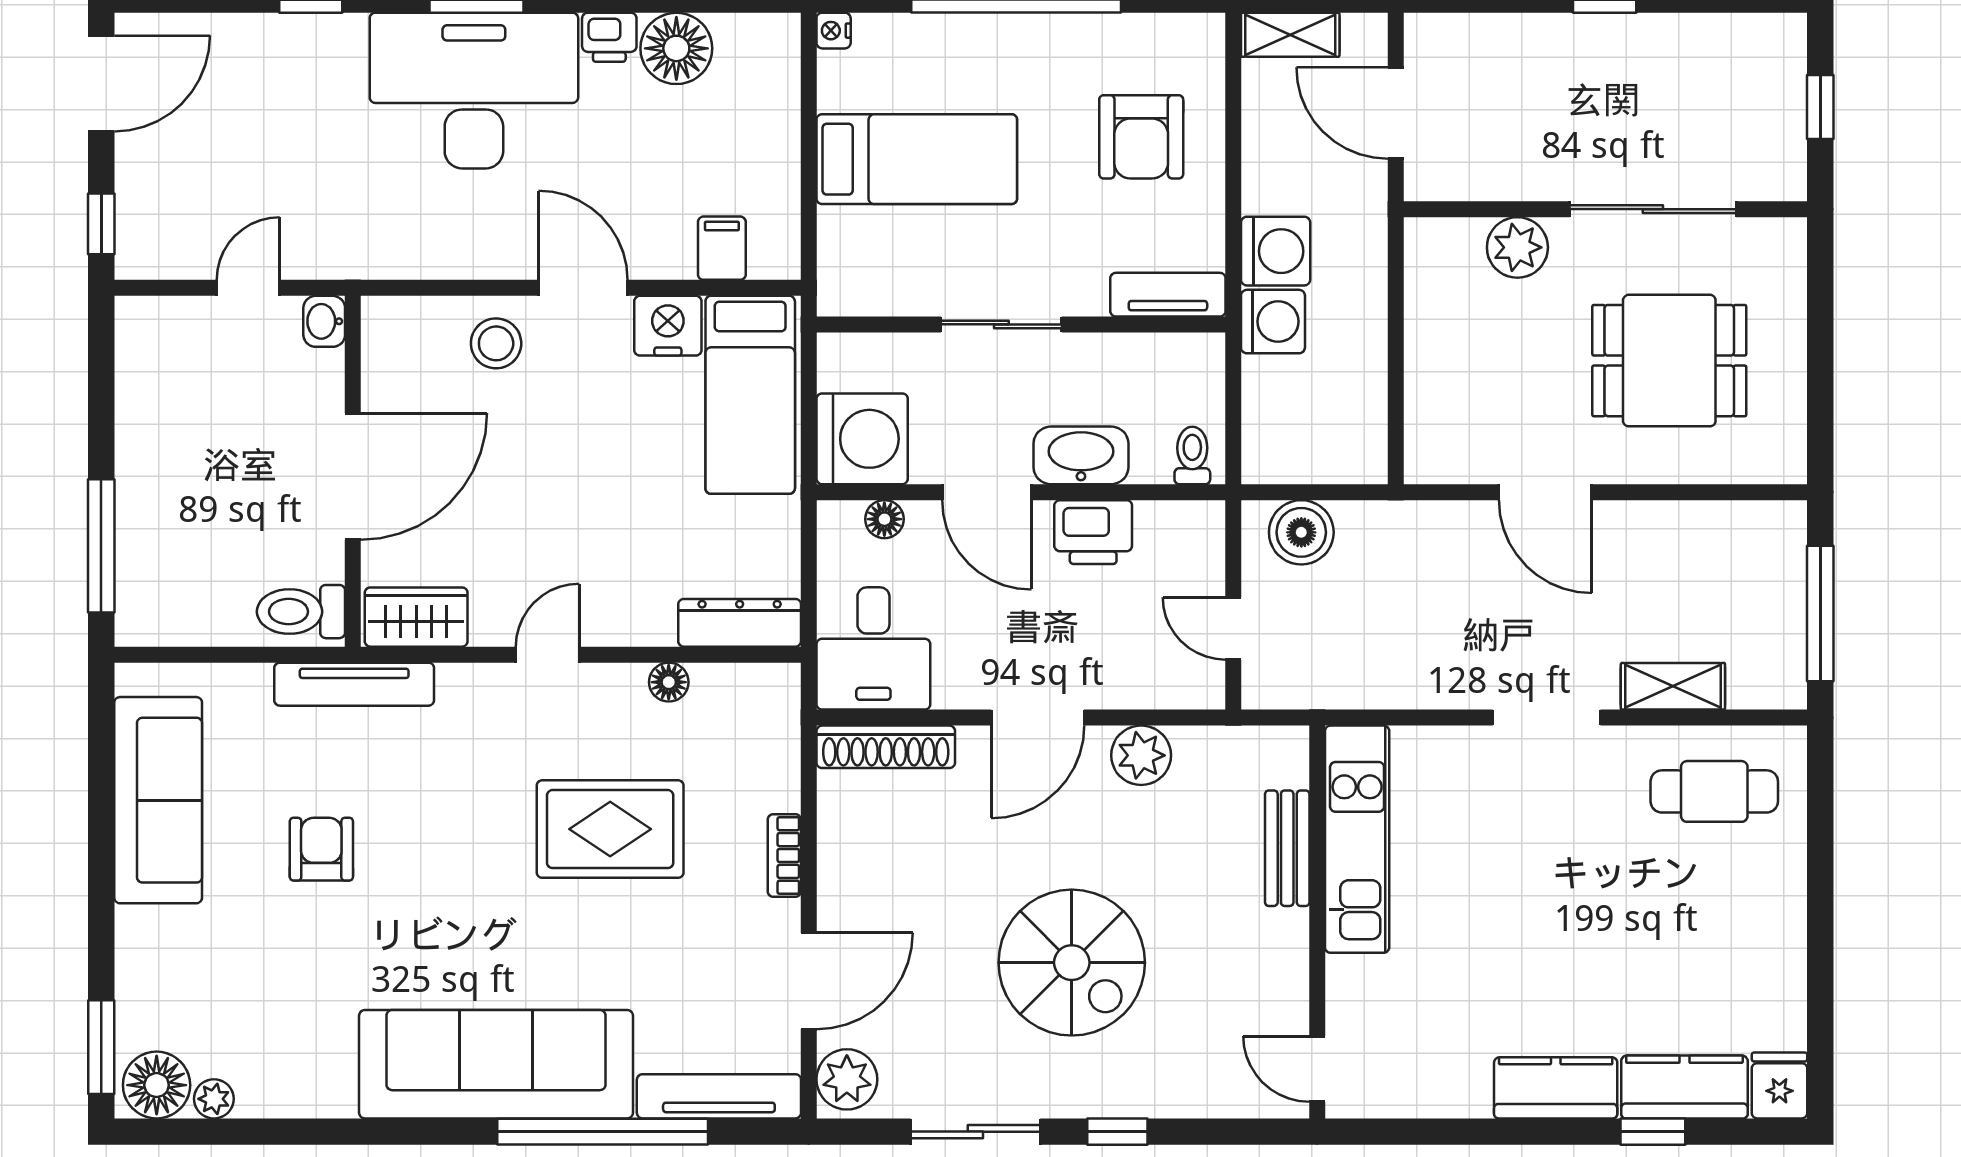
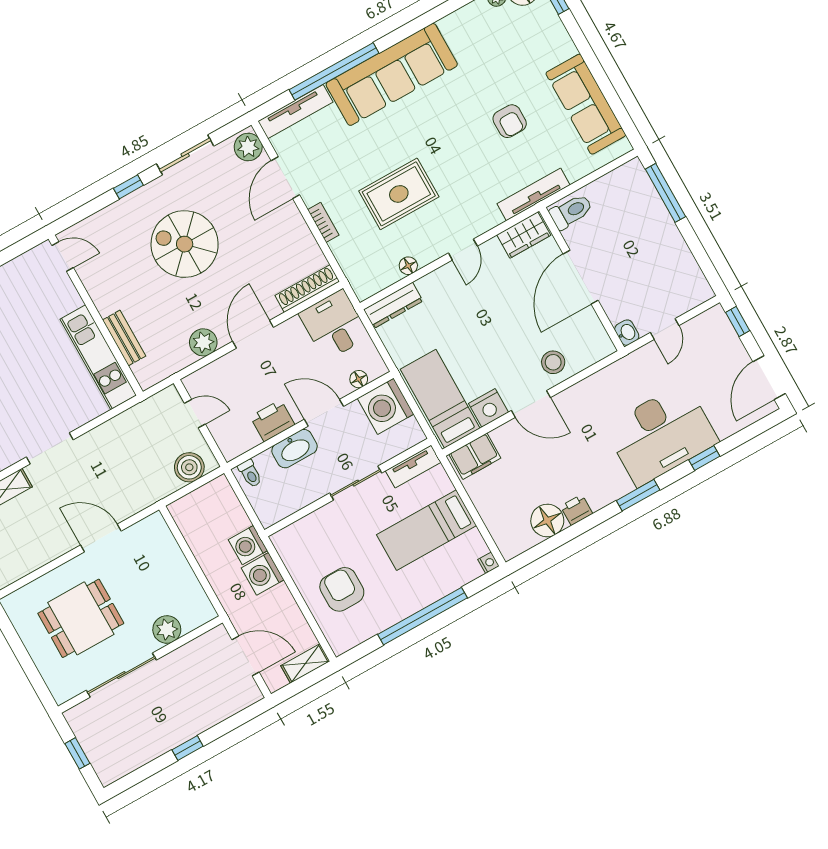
desk: (474, 91) -> (661, 434), moved
filing cabinet: (722, 248) -> (475, 456), width x2.00
tv unit: (1168, 295) -> (413, 466), moved

